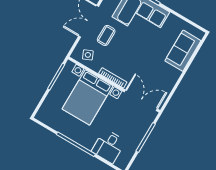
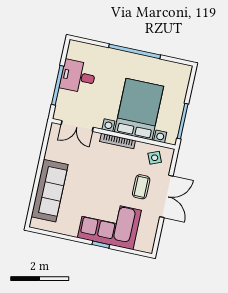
sofa: (183, 51) -> (50, 191), width x1.36
double door: (141, 100) -> (77, 126), width x0.73
desk: (109, 146) -> (78, 76), moved, turned -90

